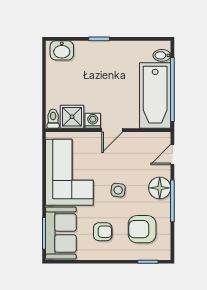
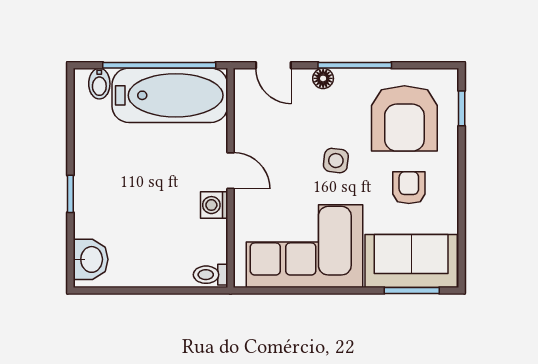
shower: (72, 117) -> (207, 241), removed
floor lamp: (160, 188) -> (323, 78), width x0.53, depth x0.53
armchair: (142, 229) -> (404, 118), width x1.36, depth x1.36

